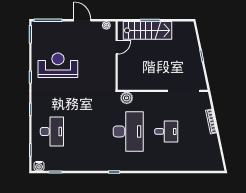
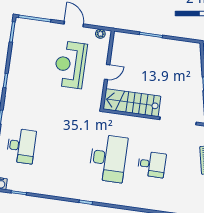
stairs: (147, 30) -> (132, 103), moved, turned 180
door: (117, 47) -> (107, 72), moved
reception desk: (58, 65) -> (70, 65), moved, turned -90
plant: (127, 98) -> (112, 120), removed

